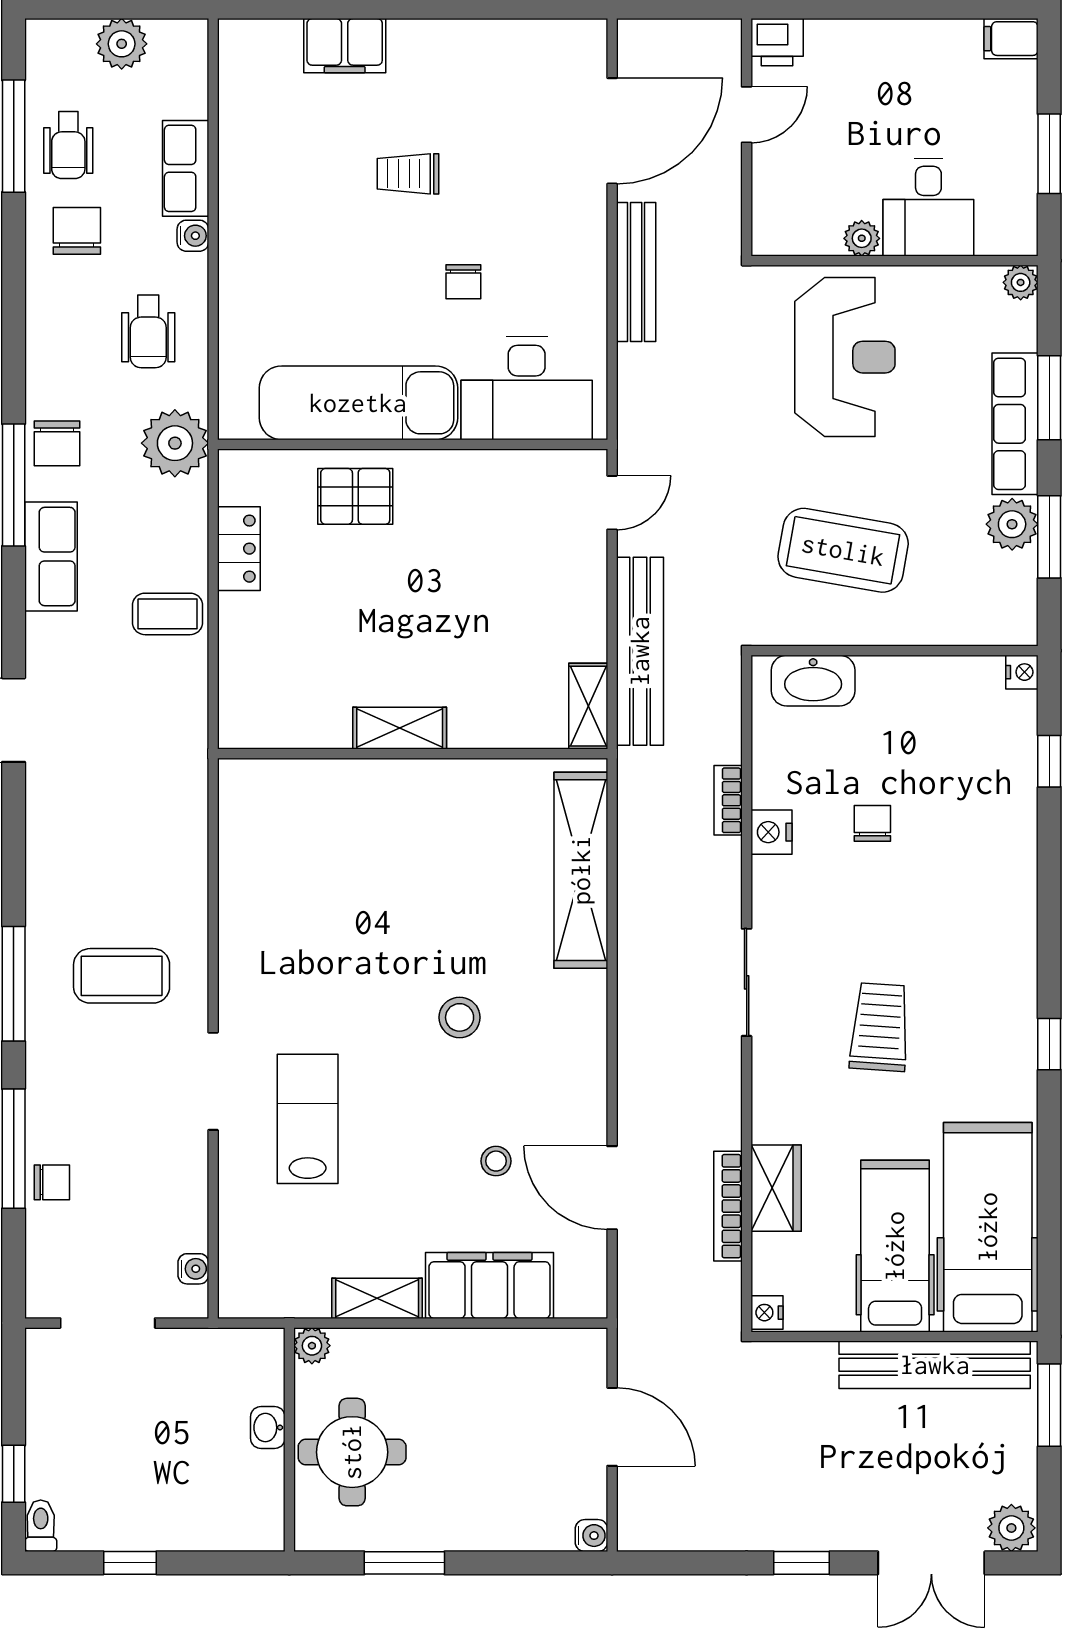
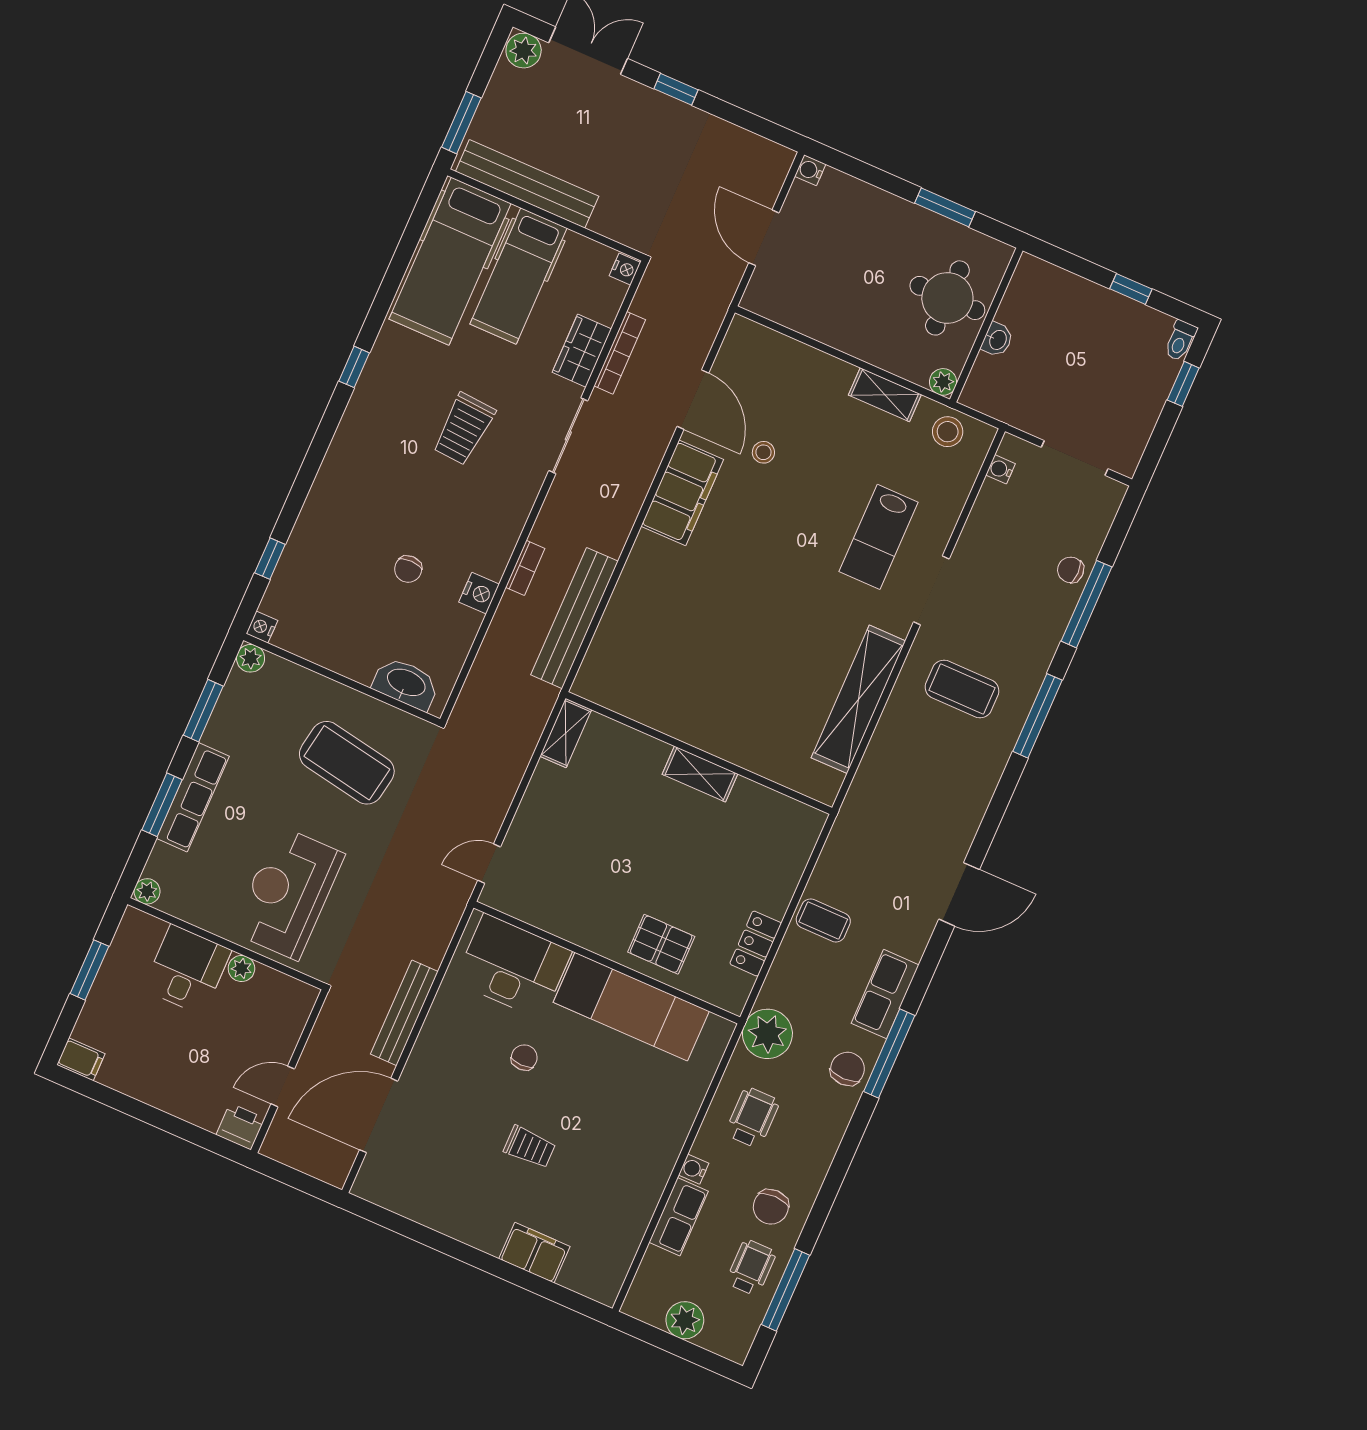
plant: (1012, 524) -> (251, 658), moved, width x0.73, depth x0.73
bench: (640, 651) -> (574, 618), moved
bookcase: (728, 800) -> (525, 568), moved
shelving: (581, 870) -> (858, 699), moved
sliding door: (747, 982) -> (568, 436), moved
stool: (460, 1017) -> (948, 432), moved
filing cabinet: (490, 1285) -> (682, 493), moved, turned -90

